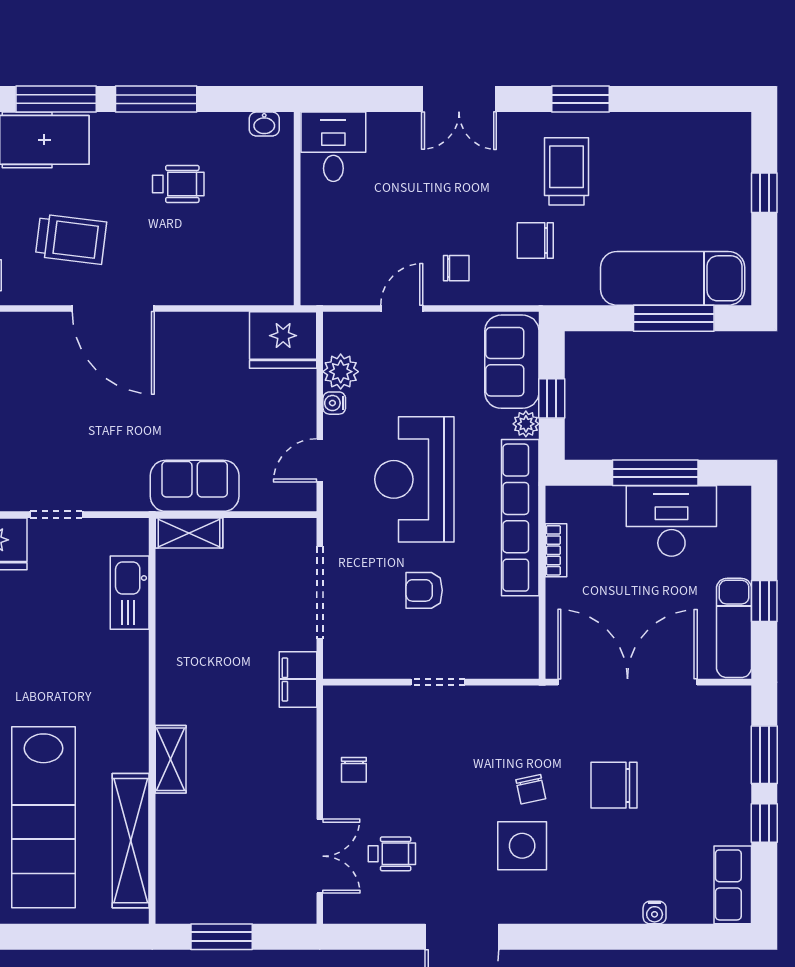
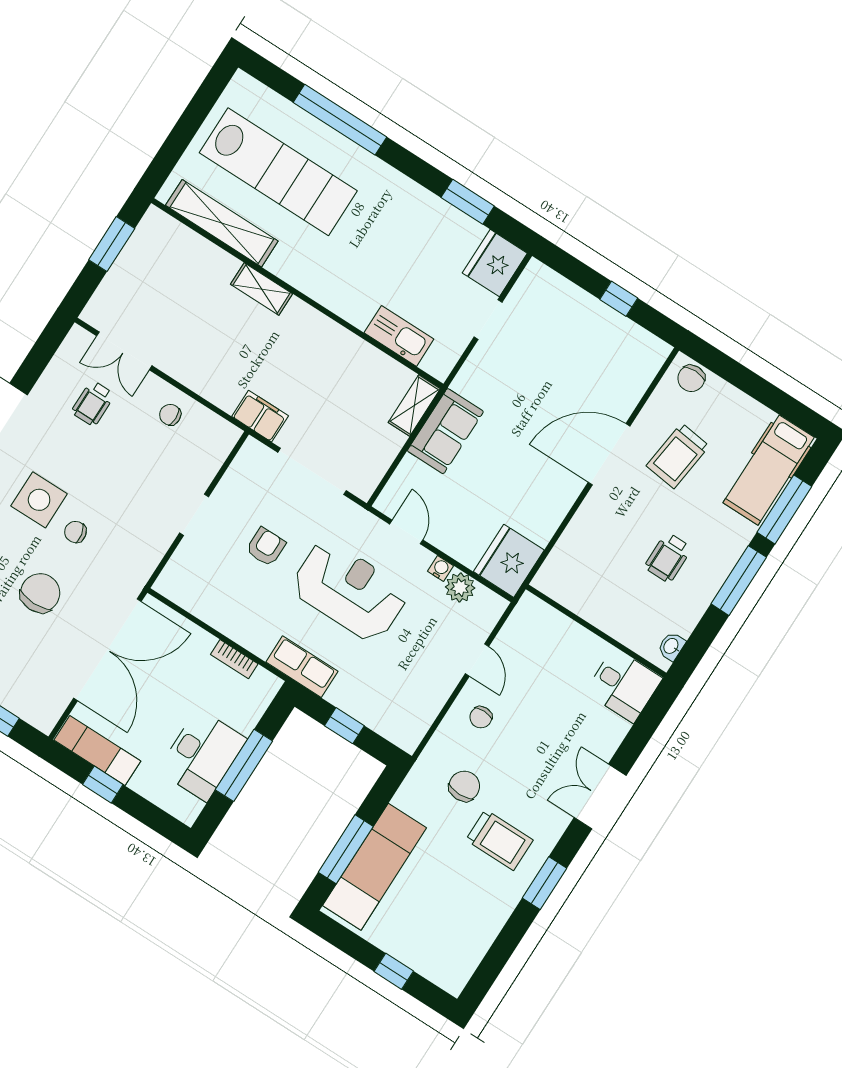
sofa: (512, 362) -> (389, 714), removed
plant: (526, 424) -> (338, 696), removed
row of seats: (520, 518) -> (302, 667), width x0.50
lab bench: (44, 817) -> (278, 172), turned 180

